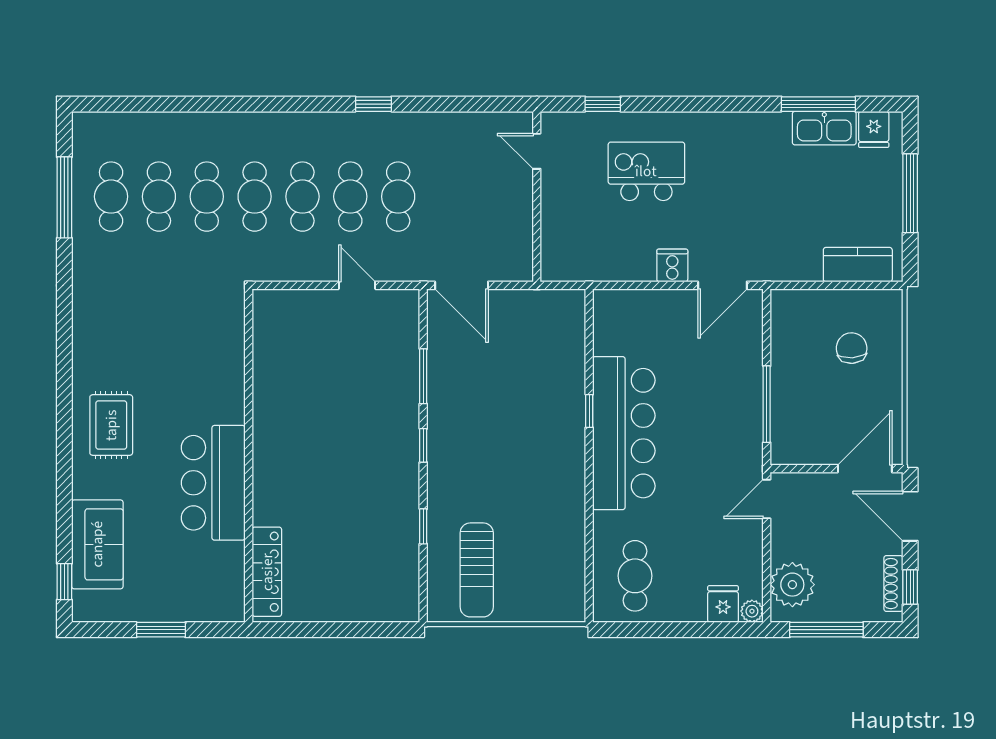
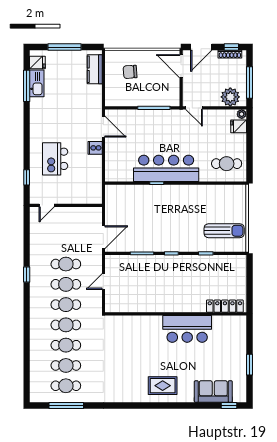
wall: (249, 456) -> (176, 314), moved
bar counter: (213, 483) -> (187, 329), moved
locker: (267, 572) -> (225, 306), moved

